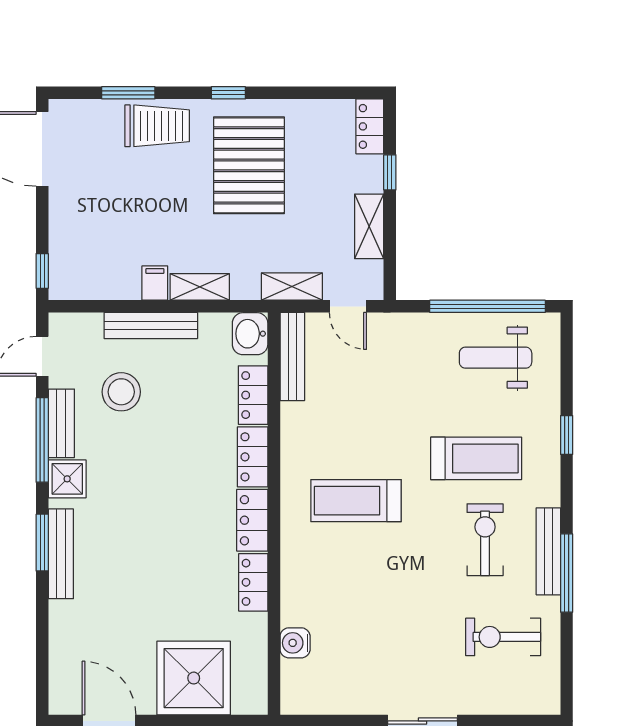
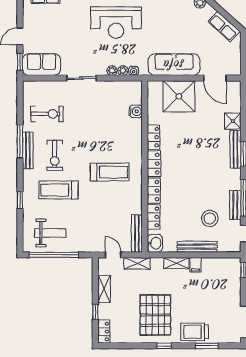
shower: (67, 479) -> (233, 121), moved

